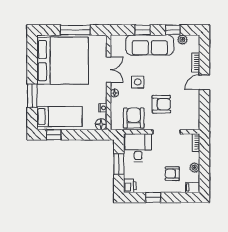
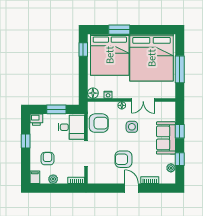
sofa: (150, 45) -> (166, 138), width x0.73
armchair: (161, 104) -> (123, 159), moved, turned 90
bed: (59, 117) -> (110, 55), width x2.04

